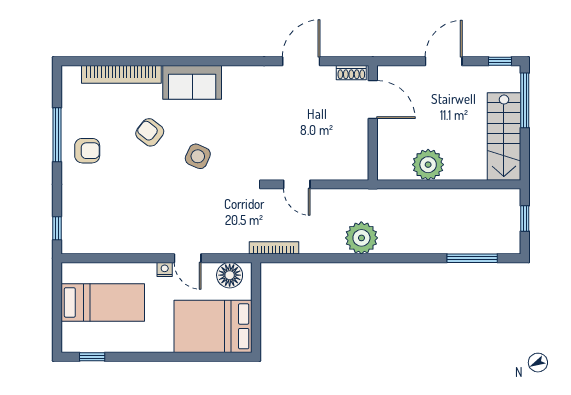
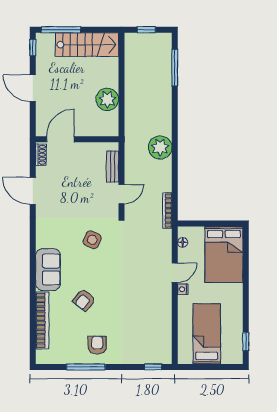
side table: (198, 156) -> (92, 240), moved
bench: (335, 172) -> (113, 167), added
floor lamp: (230, 275) -> (183, 242), width x0.53, depth x0.53

